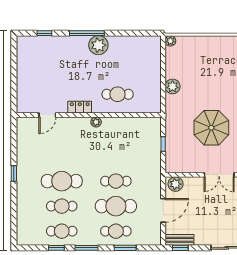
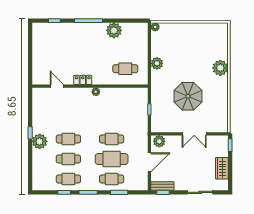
plant: (98, 45) -> (114, 30), moved
cafe table: (118, 94) -> (125, 69), moved
door: (47, 115) -> (57, 86), swing flipped
cafe table: (62, 181) -> (68, 139), width x0.73, depth x0.74
plant: (26, 184) -> (40, 141), added

